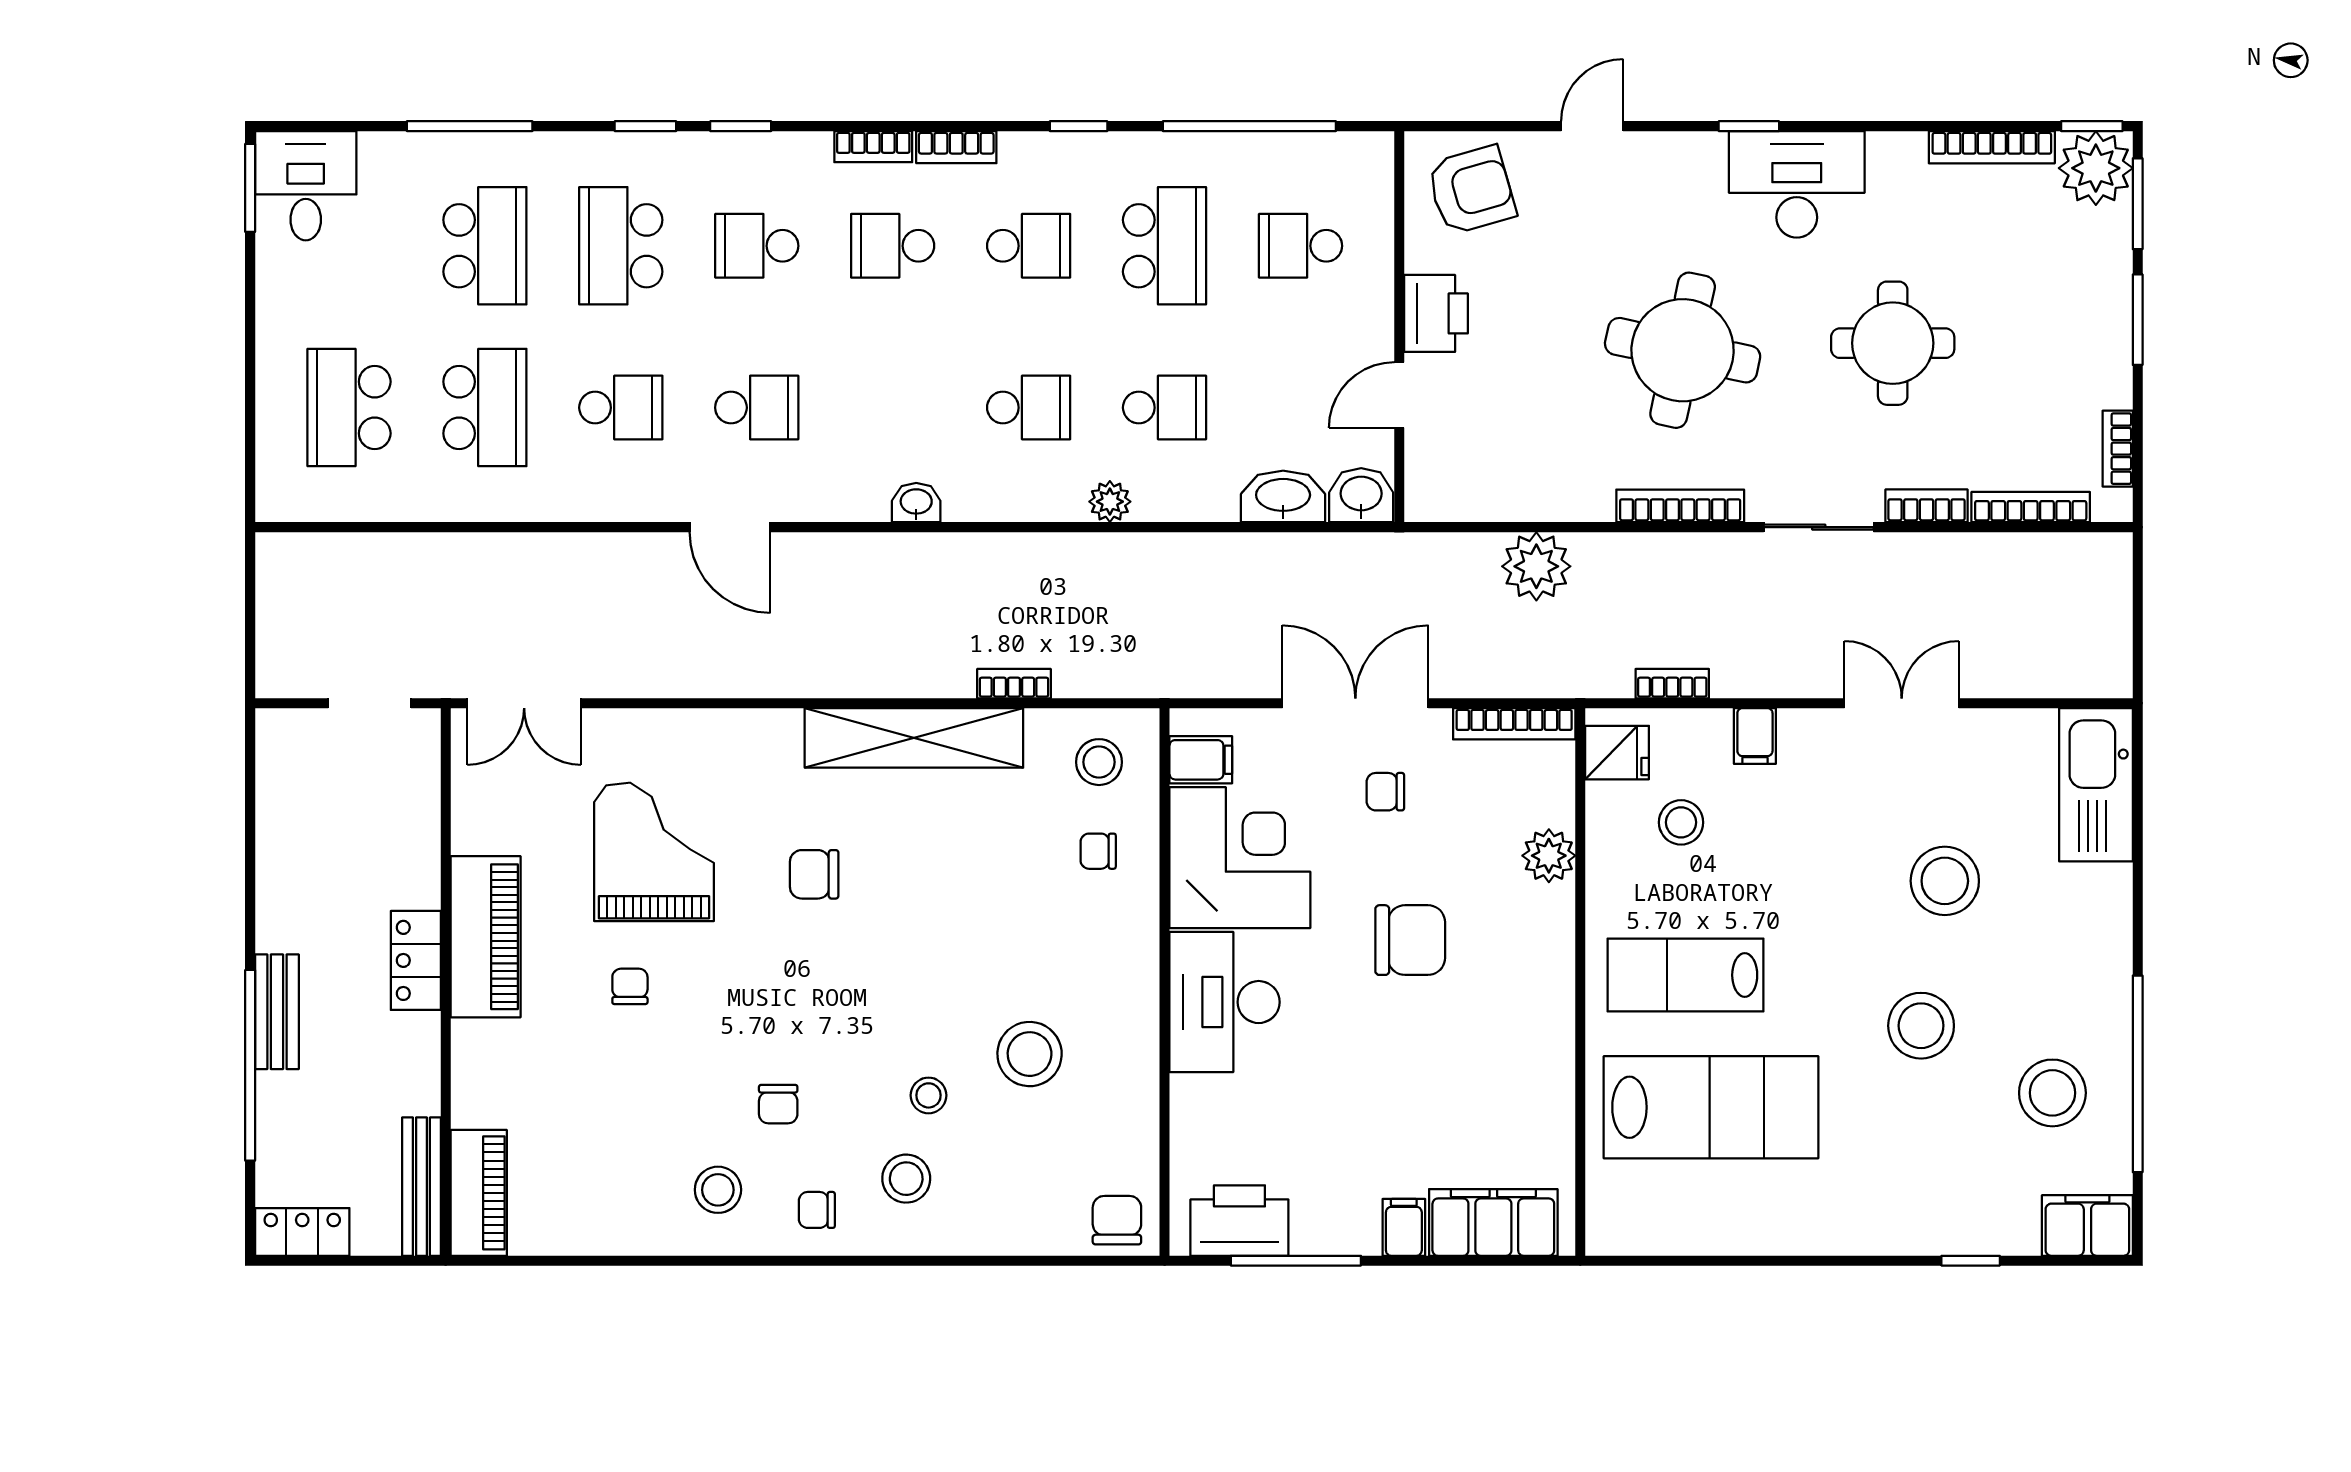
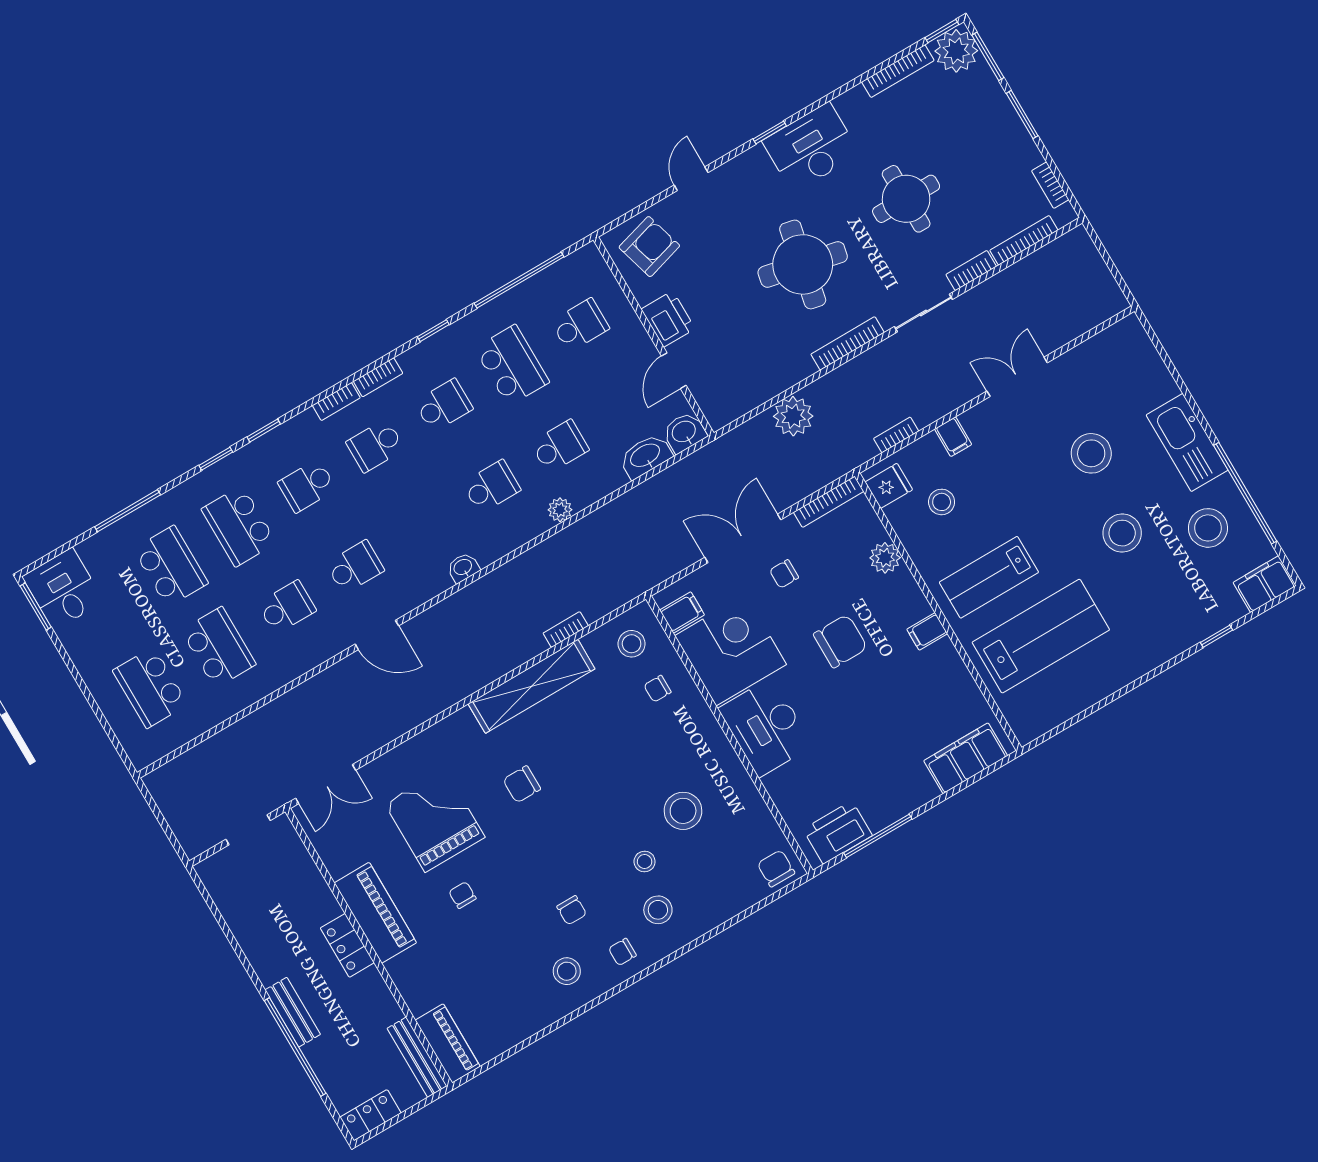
school desk: (1300, 246) -> (580, 325), turned 180
kitchen sink: (2096, 785) -> (1187, 443), moved
filing cabinet: (1404, 1227) -> (927, 631), moved, turned -90

